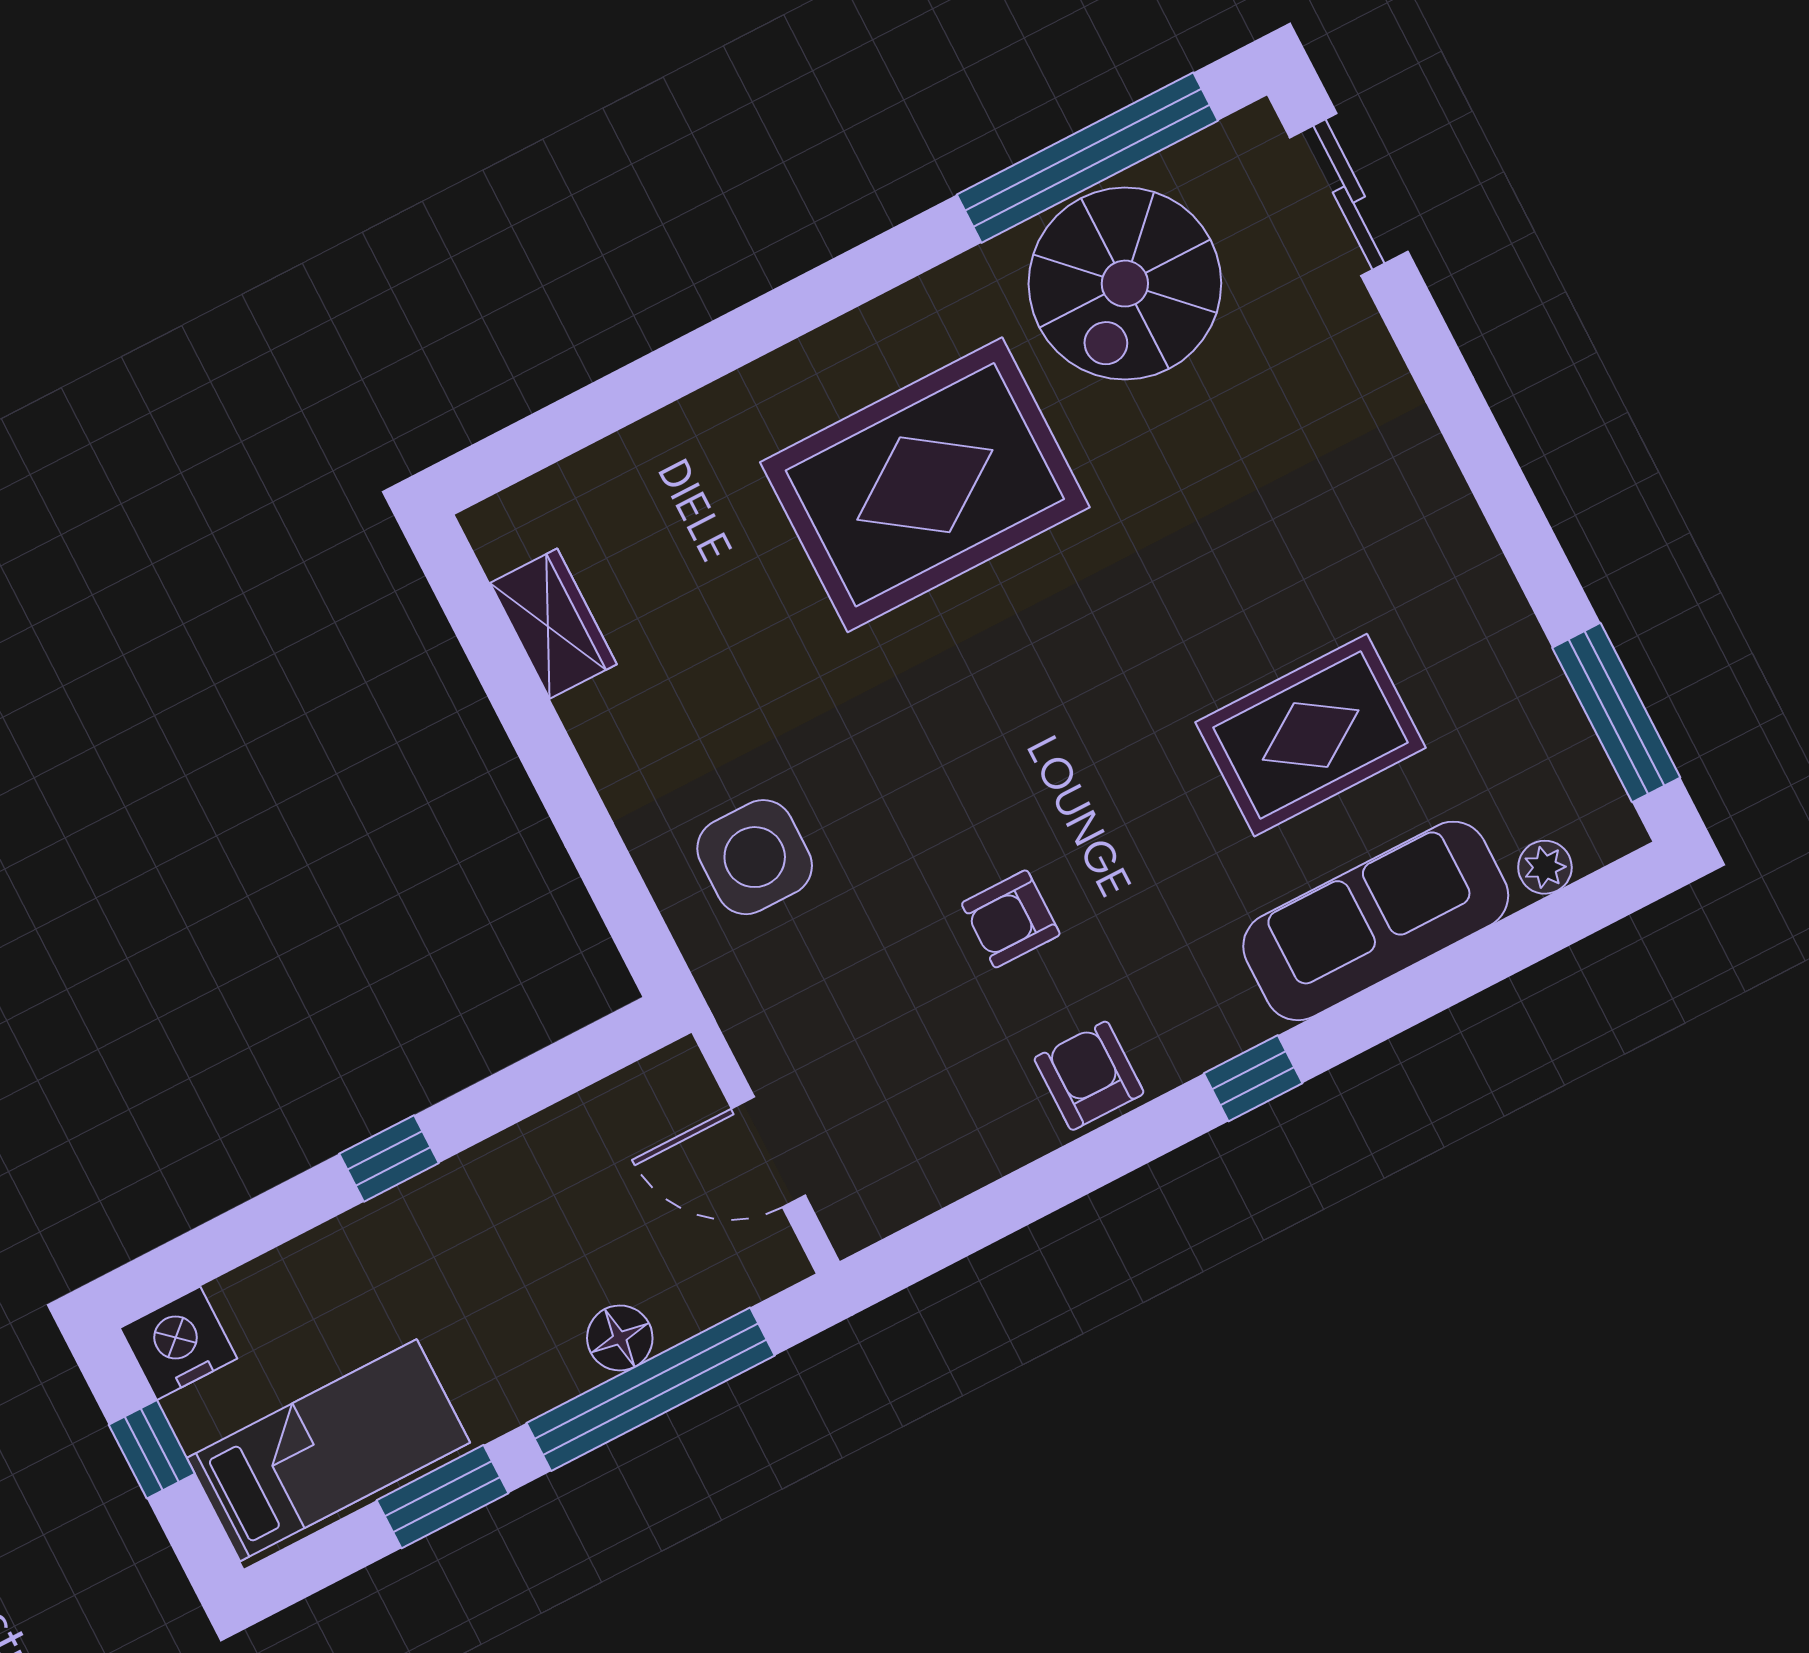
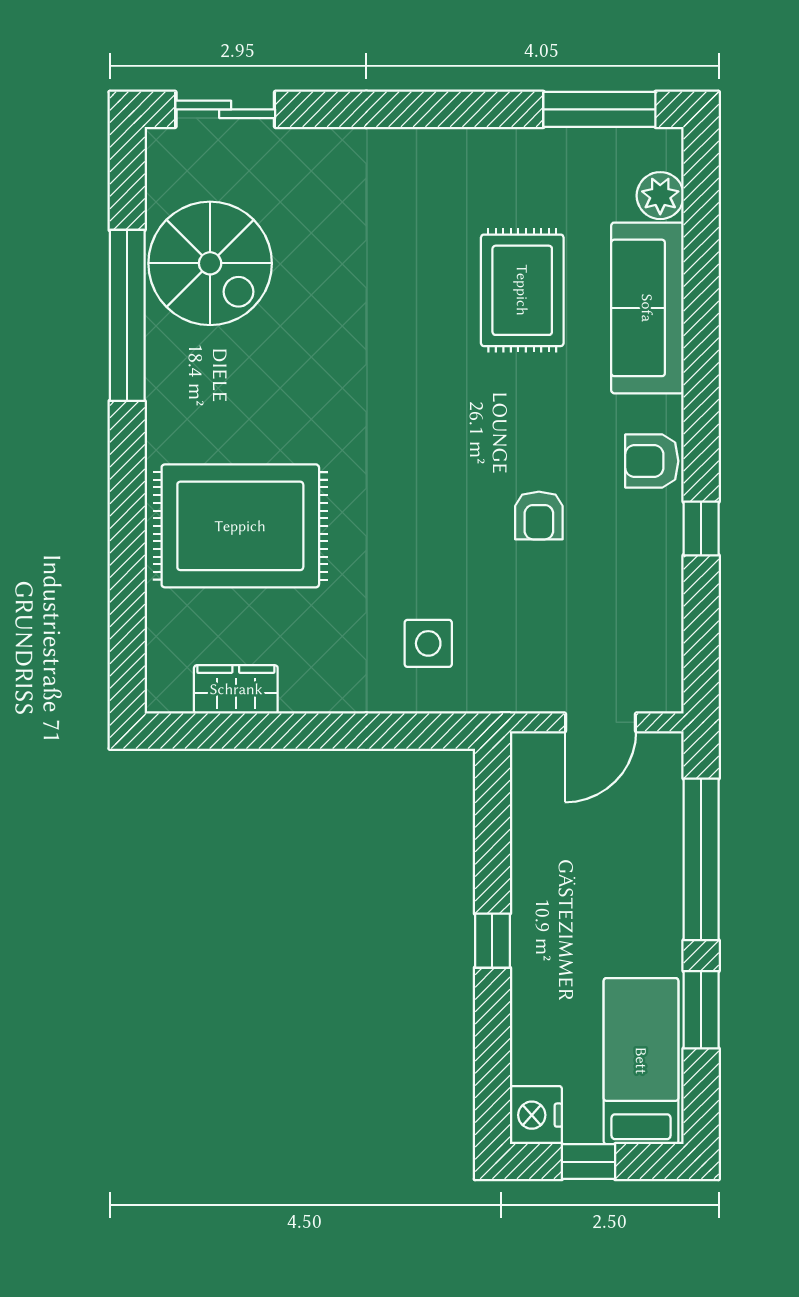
window: (1087, 158) -> (127, 315), moved
rug: (925, 485) -> (240, 526), moved, turned 90
side table: (755, 857) -> (428, 643), width x0.73, depth x0.73
plant: (1545, 867) -> (660, 196), width x1.38, depth x1.38
armchair: (1089, 1076) -> (652, 461), moved
window: (1253, 1078) -> (701, 529), moved
floor lamp: (620, 1338) -> (663, 862), removed

